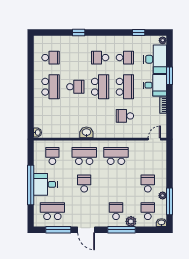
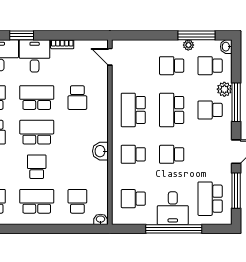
school desk: (50, 116) -> (77, 201), added
school desk: (84, 156) -> (133, 154), width x0.54
school desk: (116, 184) -> (172, 110), added

